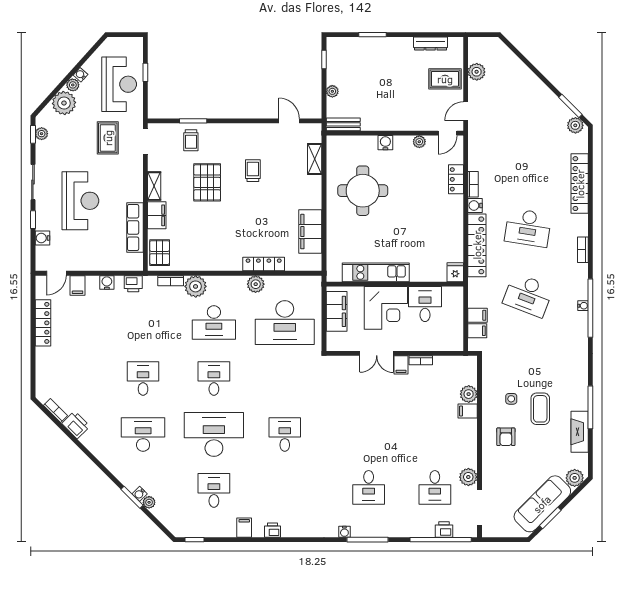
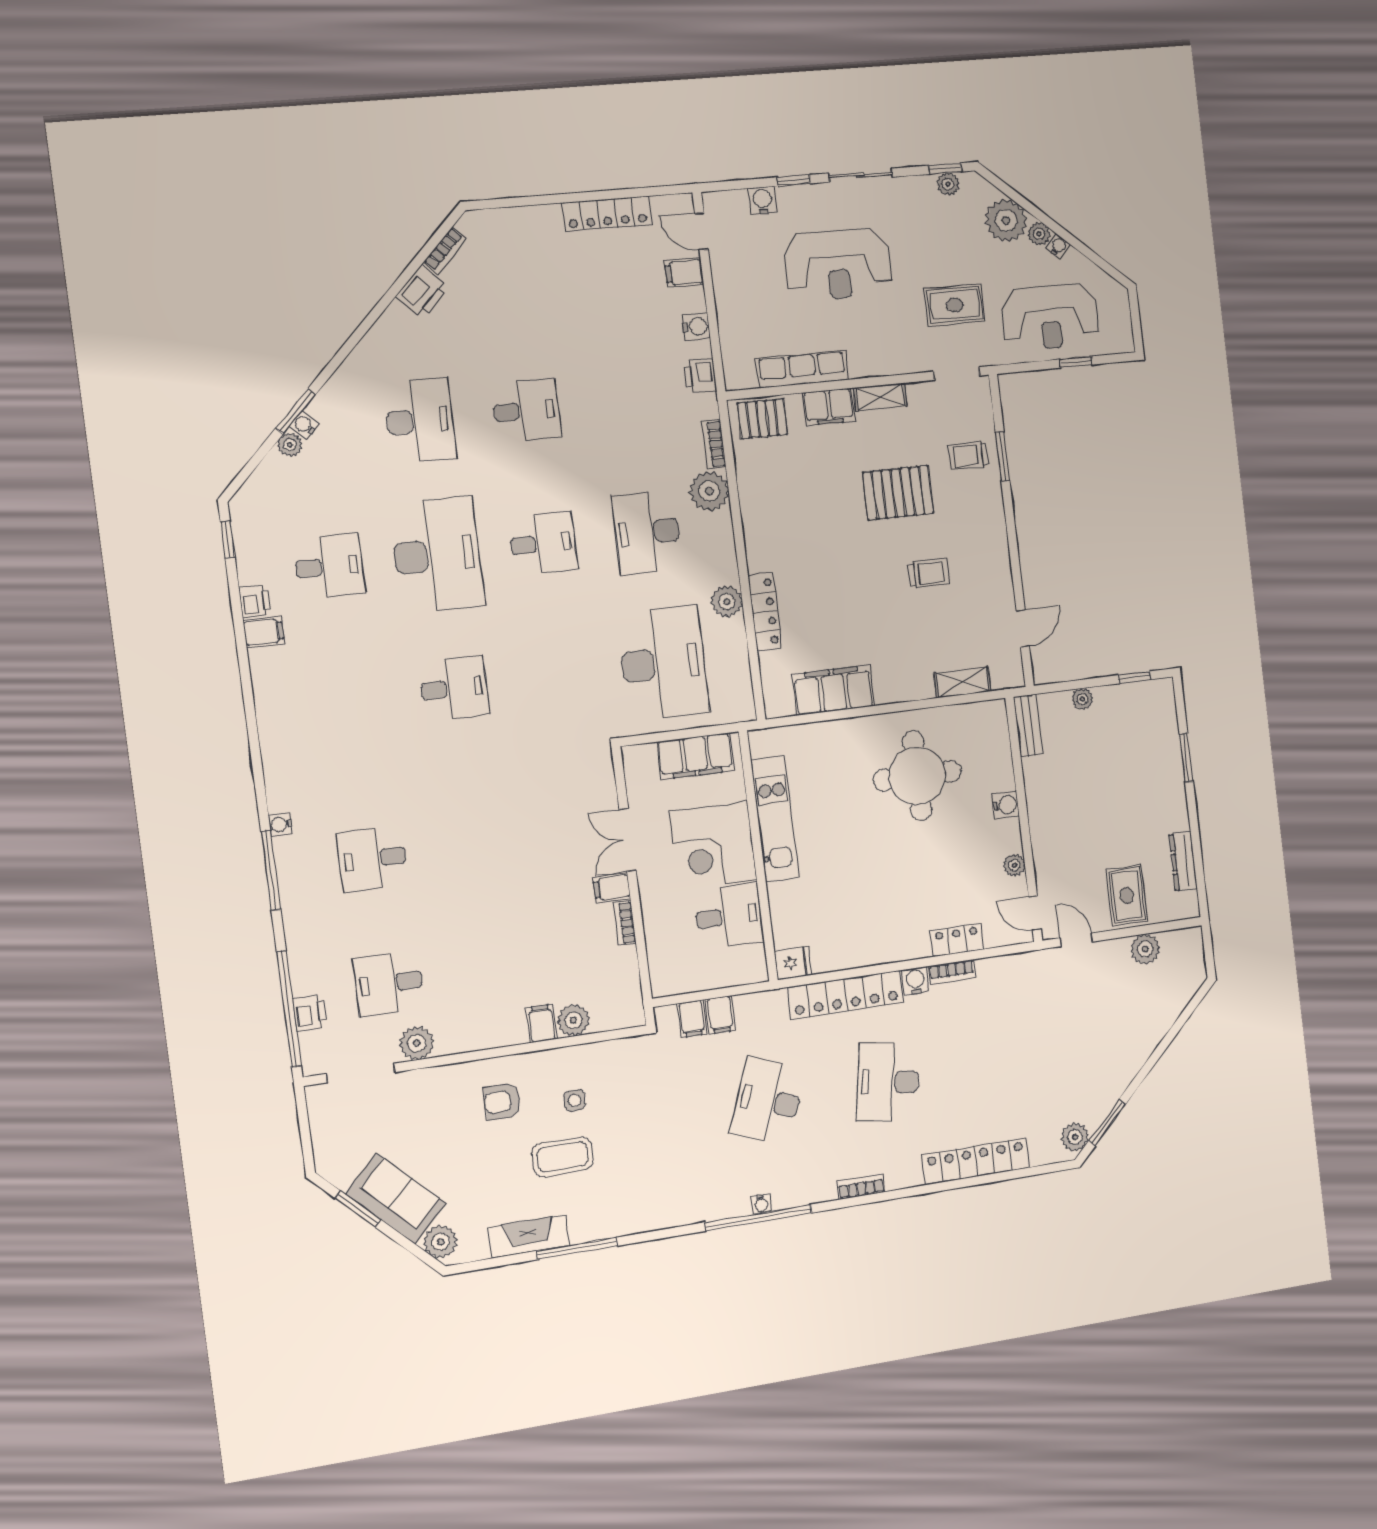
desk: (285, 323) -> (663, 663), turned 180
sofa: (542, 504) -> (396, 1199), width x0.73
printer: (272, 530) -> (255, 601), moved

